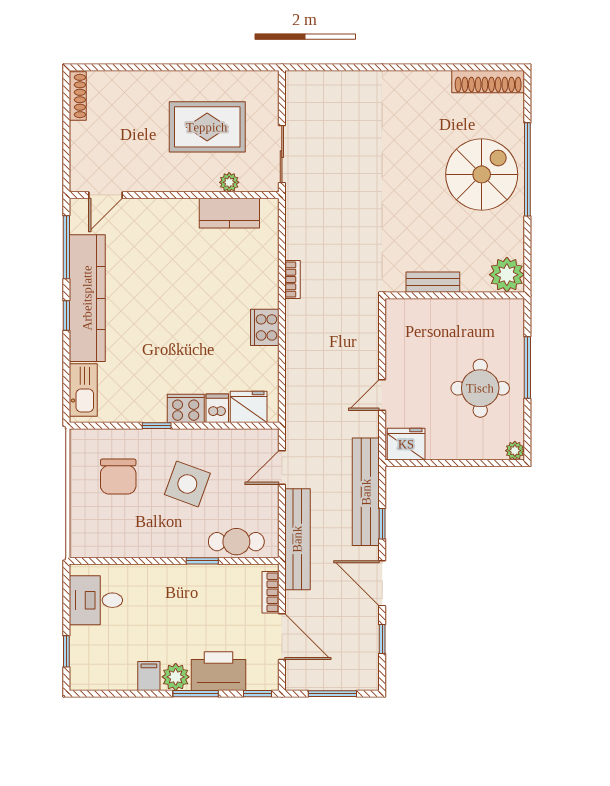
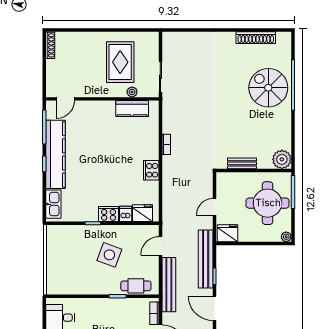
shoe rack: (488, 82) -> (256, 38), moved
rug: (207, 127) -> (120, 62), turned 90
spiral stairs: (482, 174) -> (268, 88), turned -90
plant: (507, 275) -> (282, 159), moved
bench: (433, 282) -> (242, 163), moved
wall: (455, 295) -> (254, 171), moved
round table: (480, 388) -> (268, 203), width x1.36, depth x1.36
chair: (118, 477) -> (72, 251), removed

